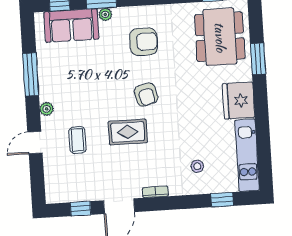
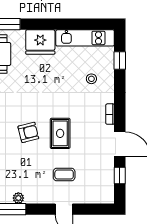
armchair: (146, 94) -> (28, 132), moved
plant: (47, 109) -> (18, 198), moved

